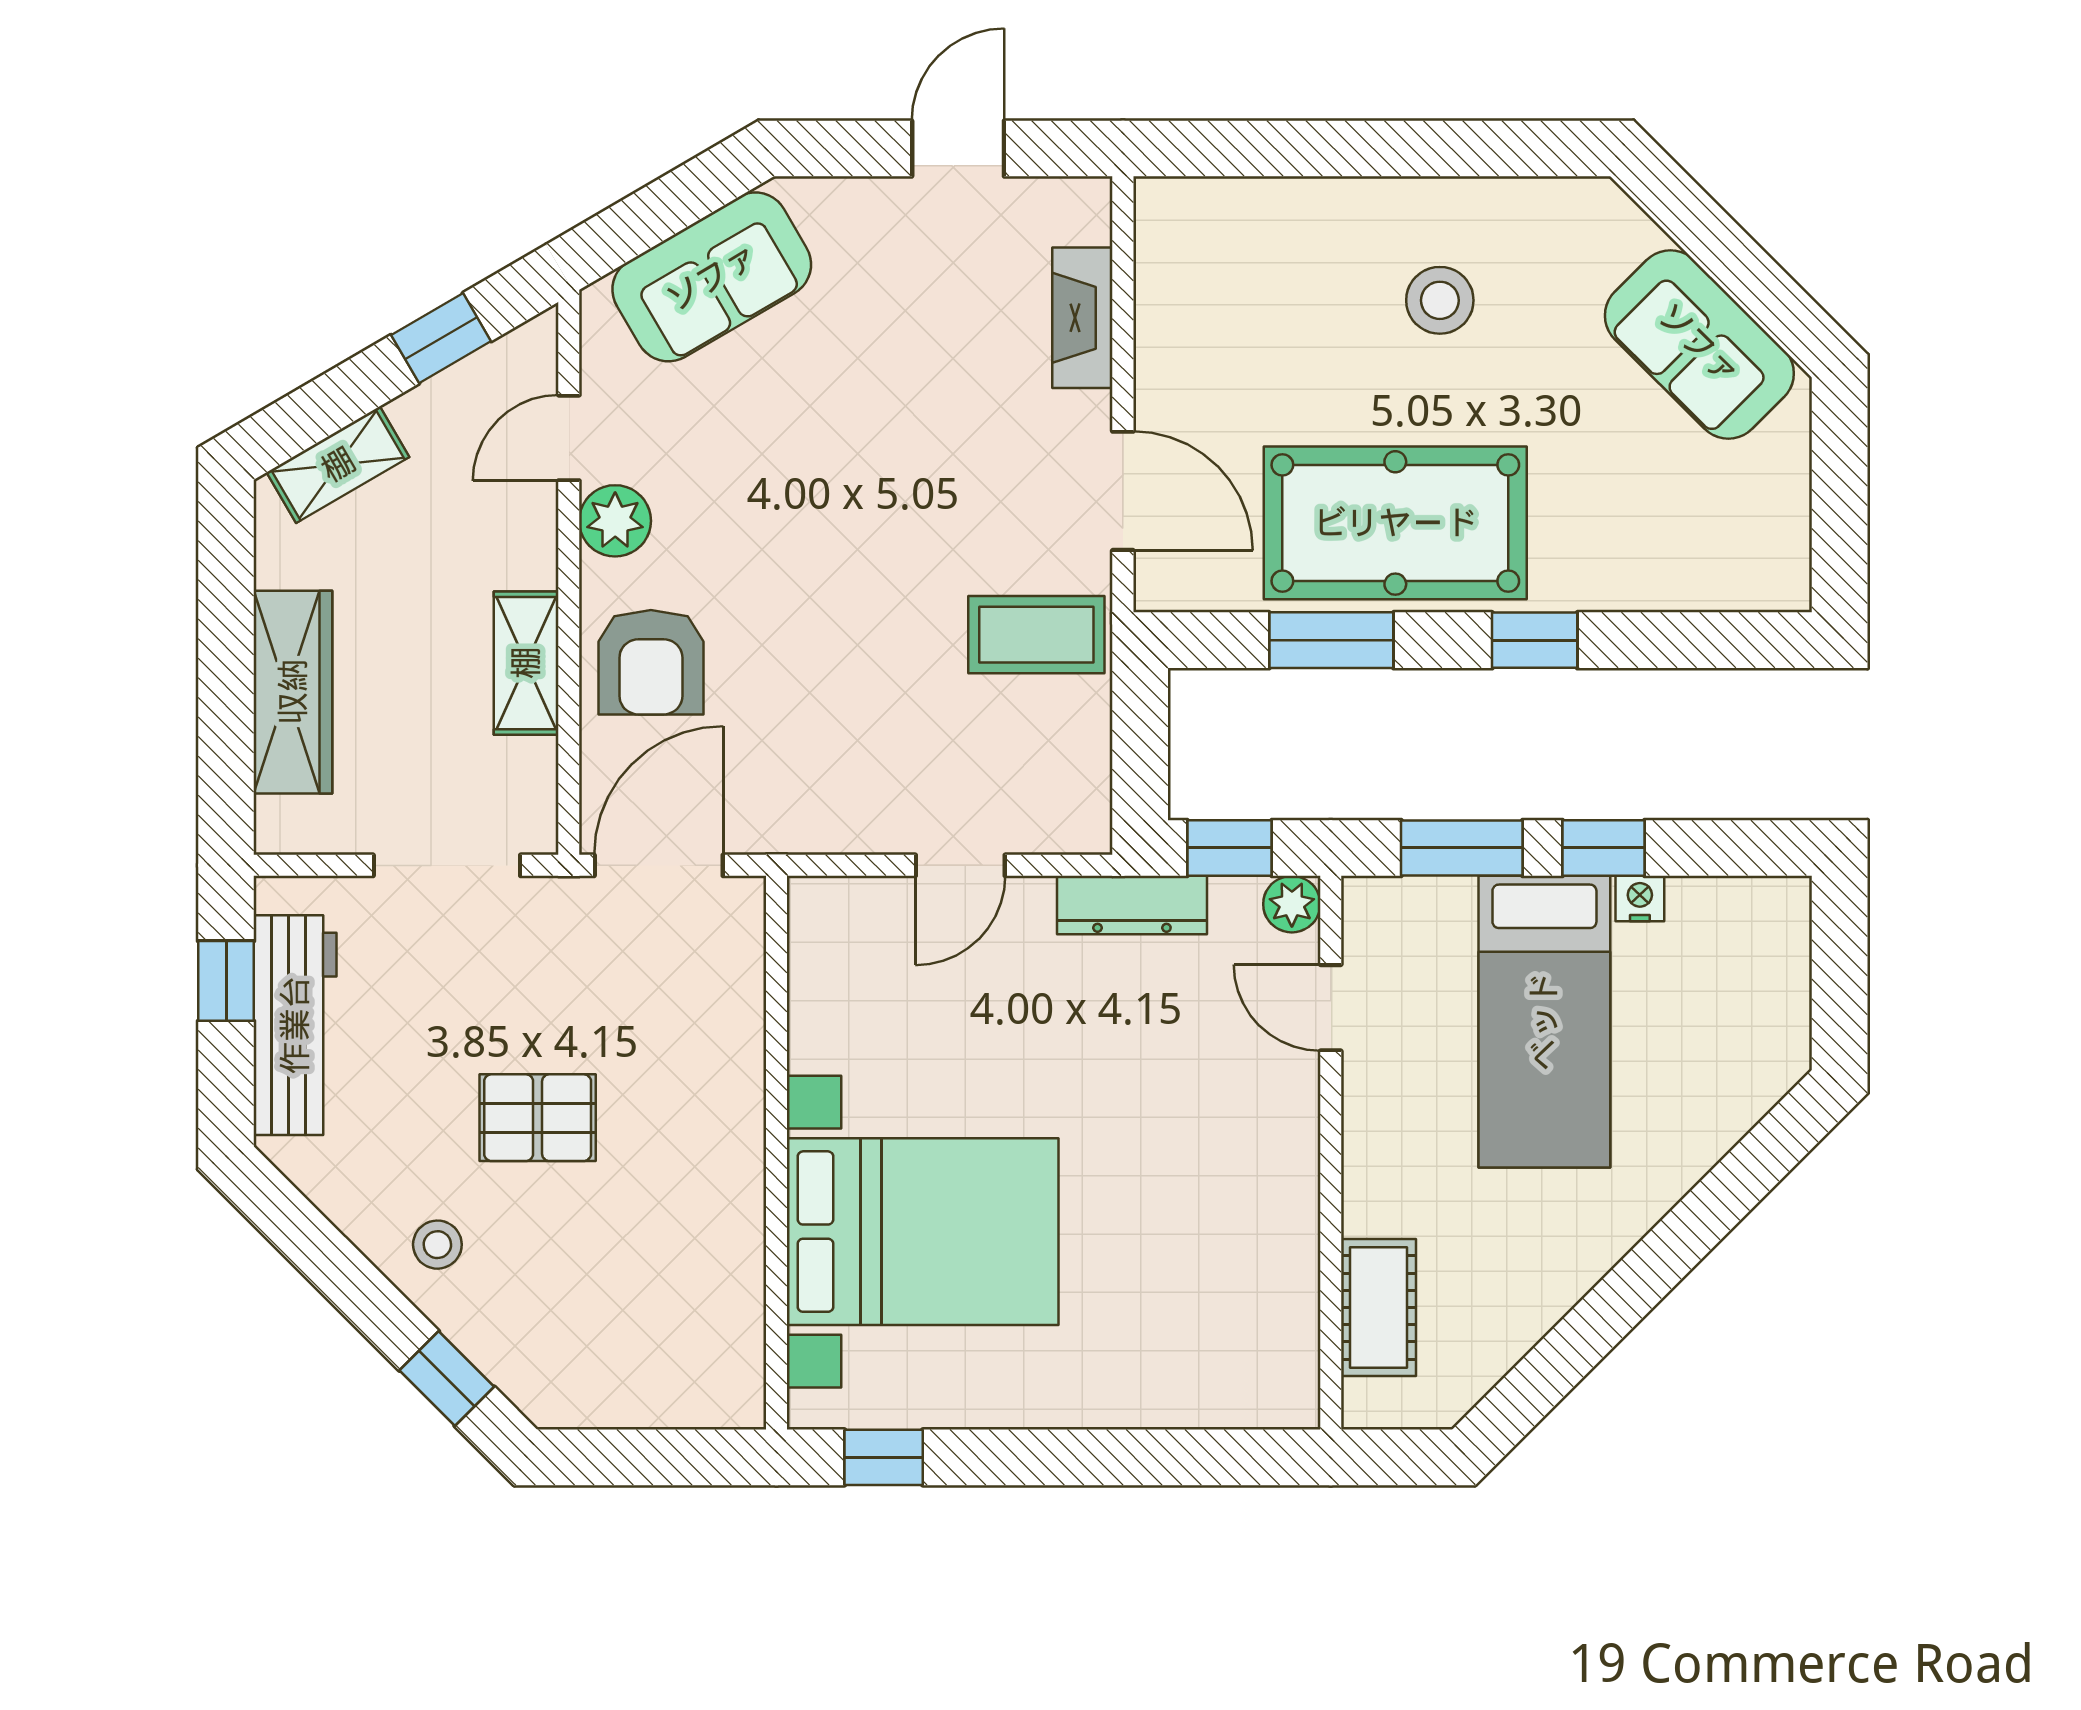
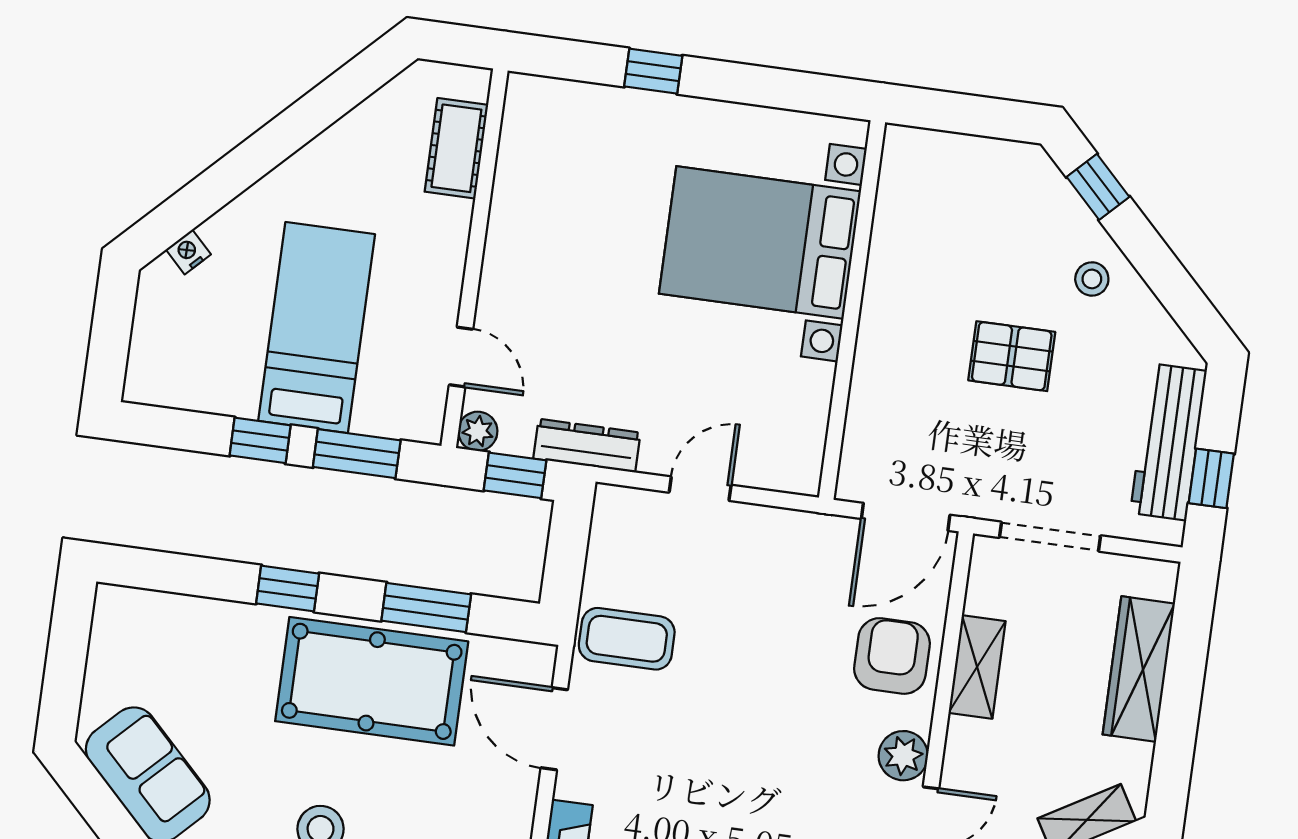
nightstand: (1640, 899) -> (188, 252), moved, turned 135
window: (884, 1457) -> (653, 71), moved

